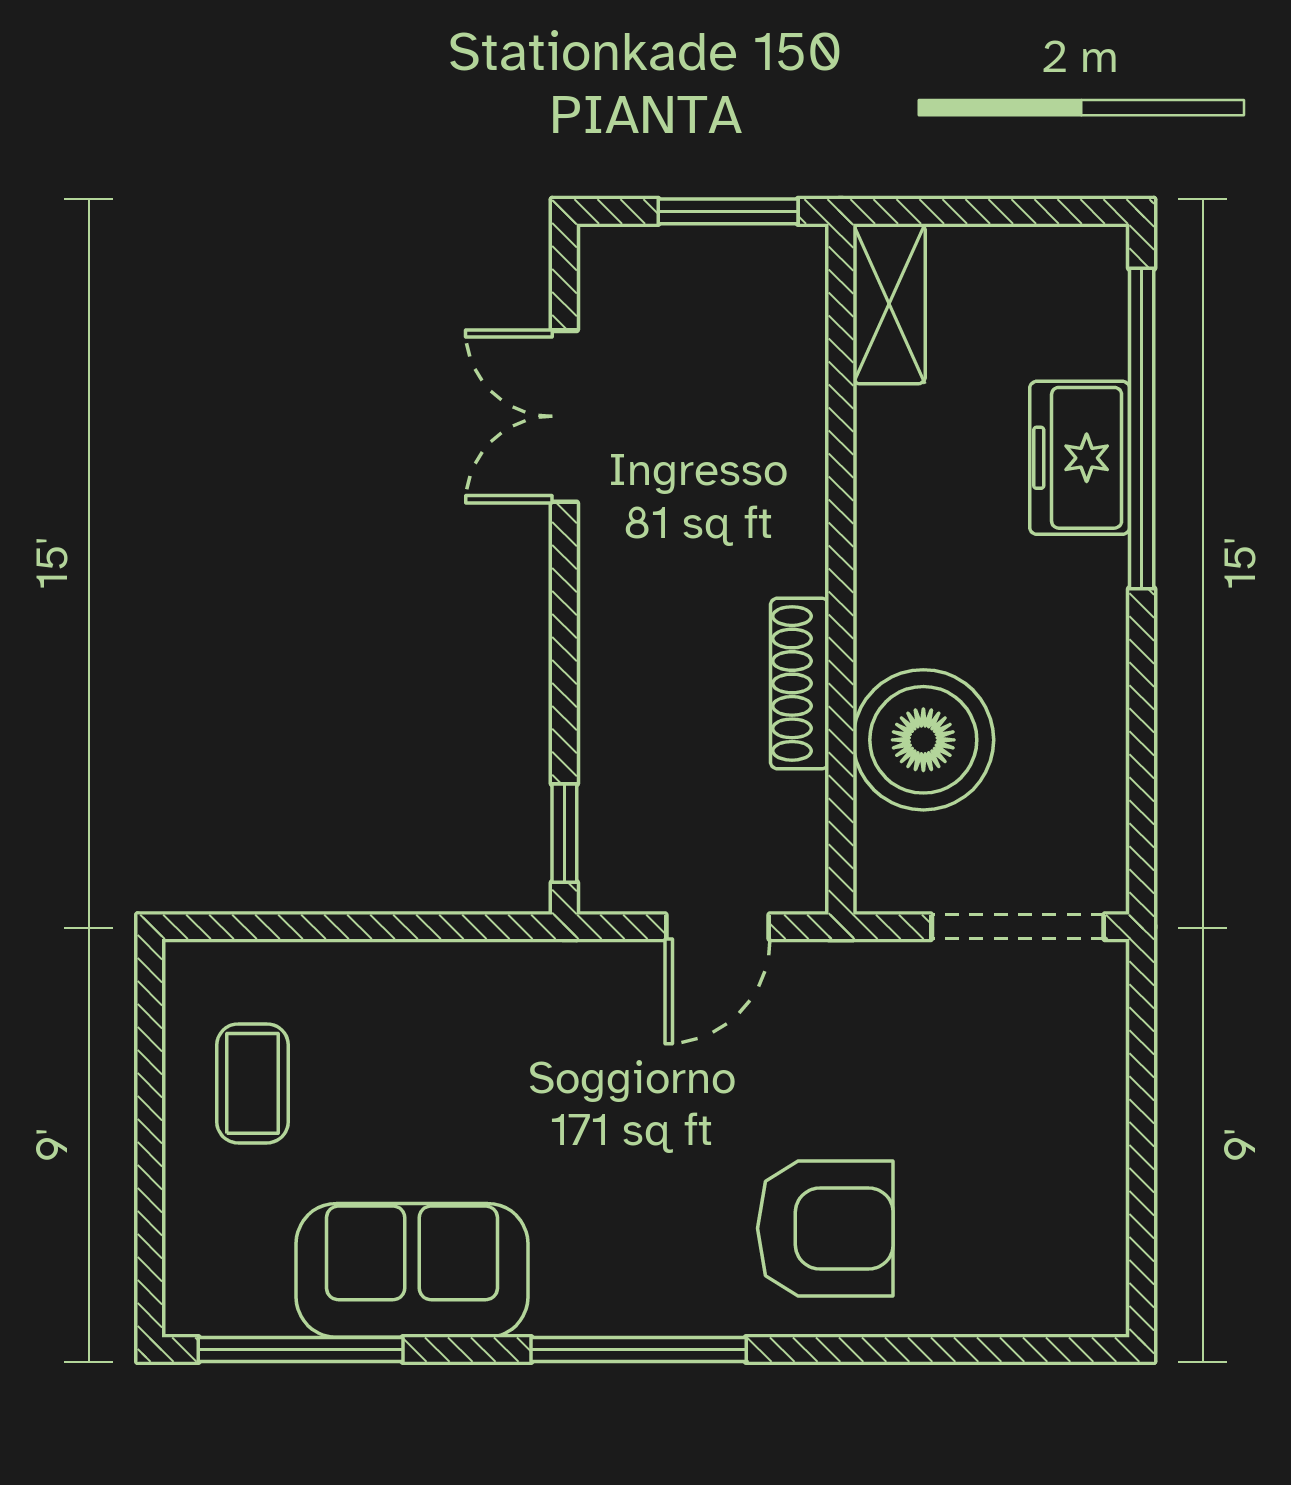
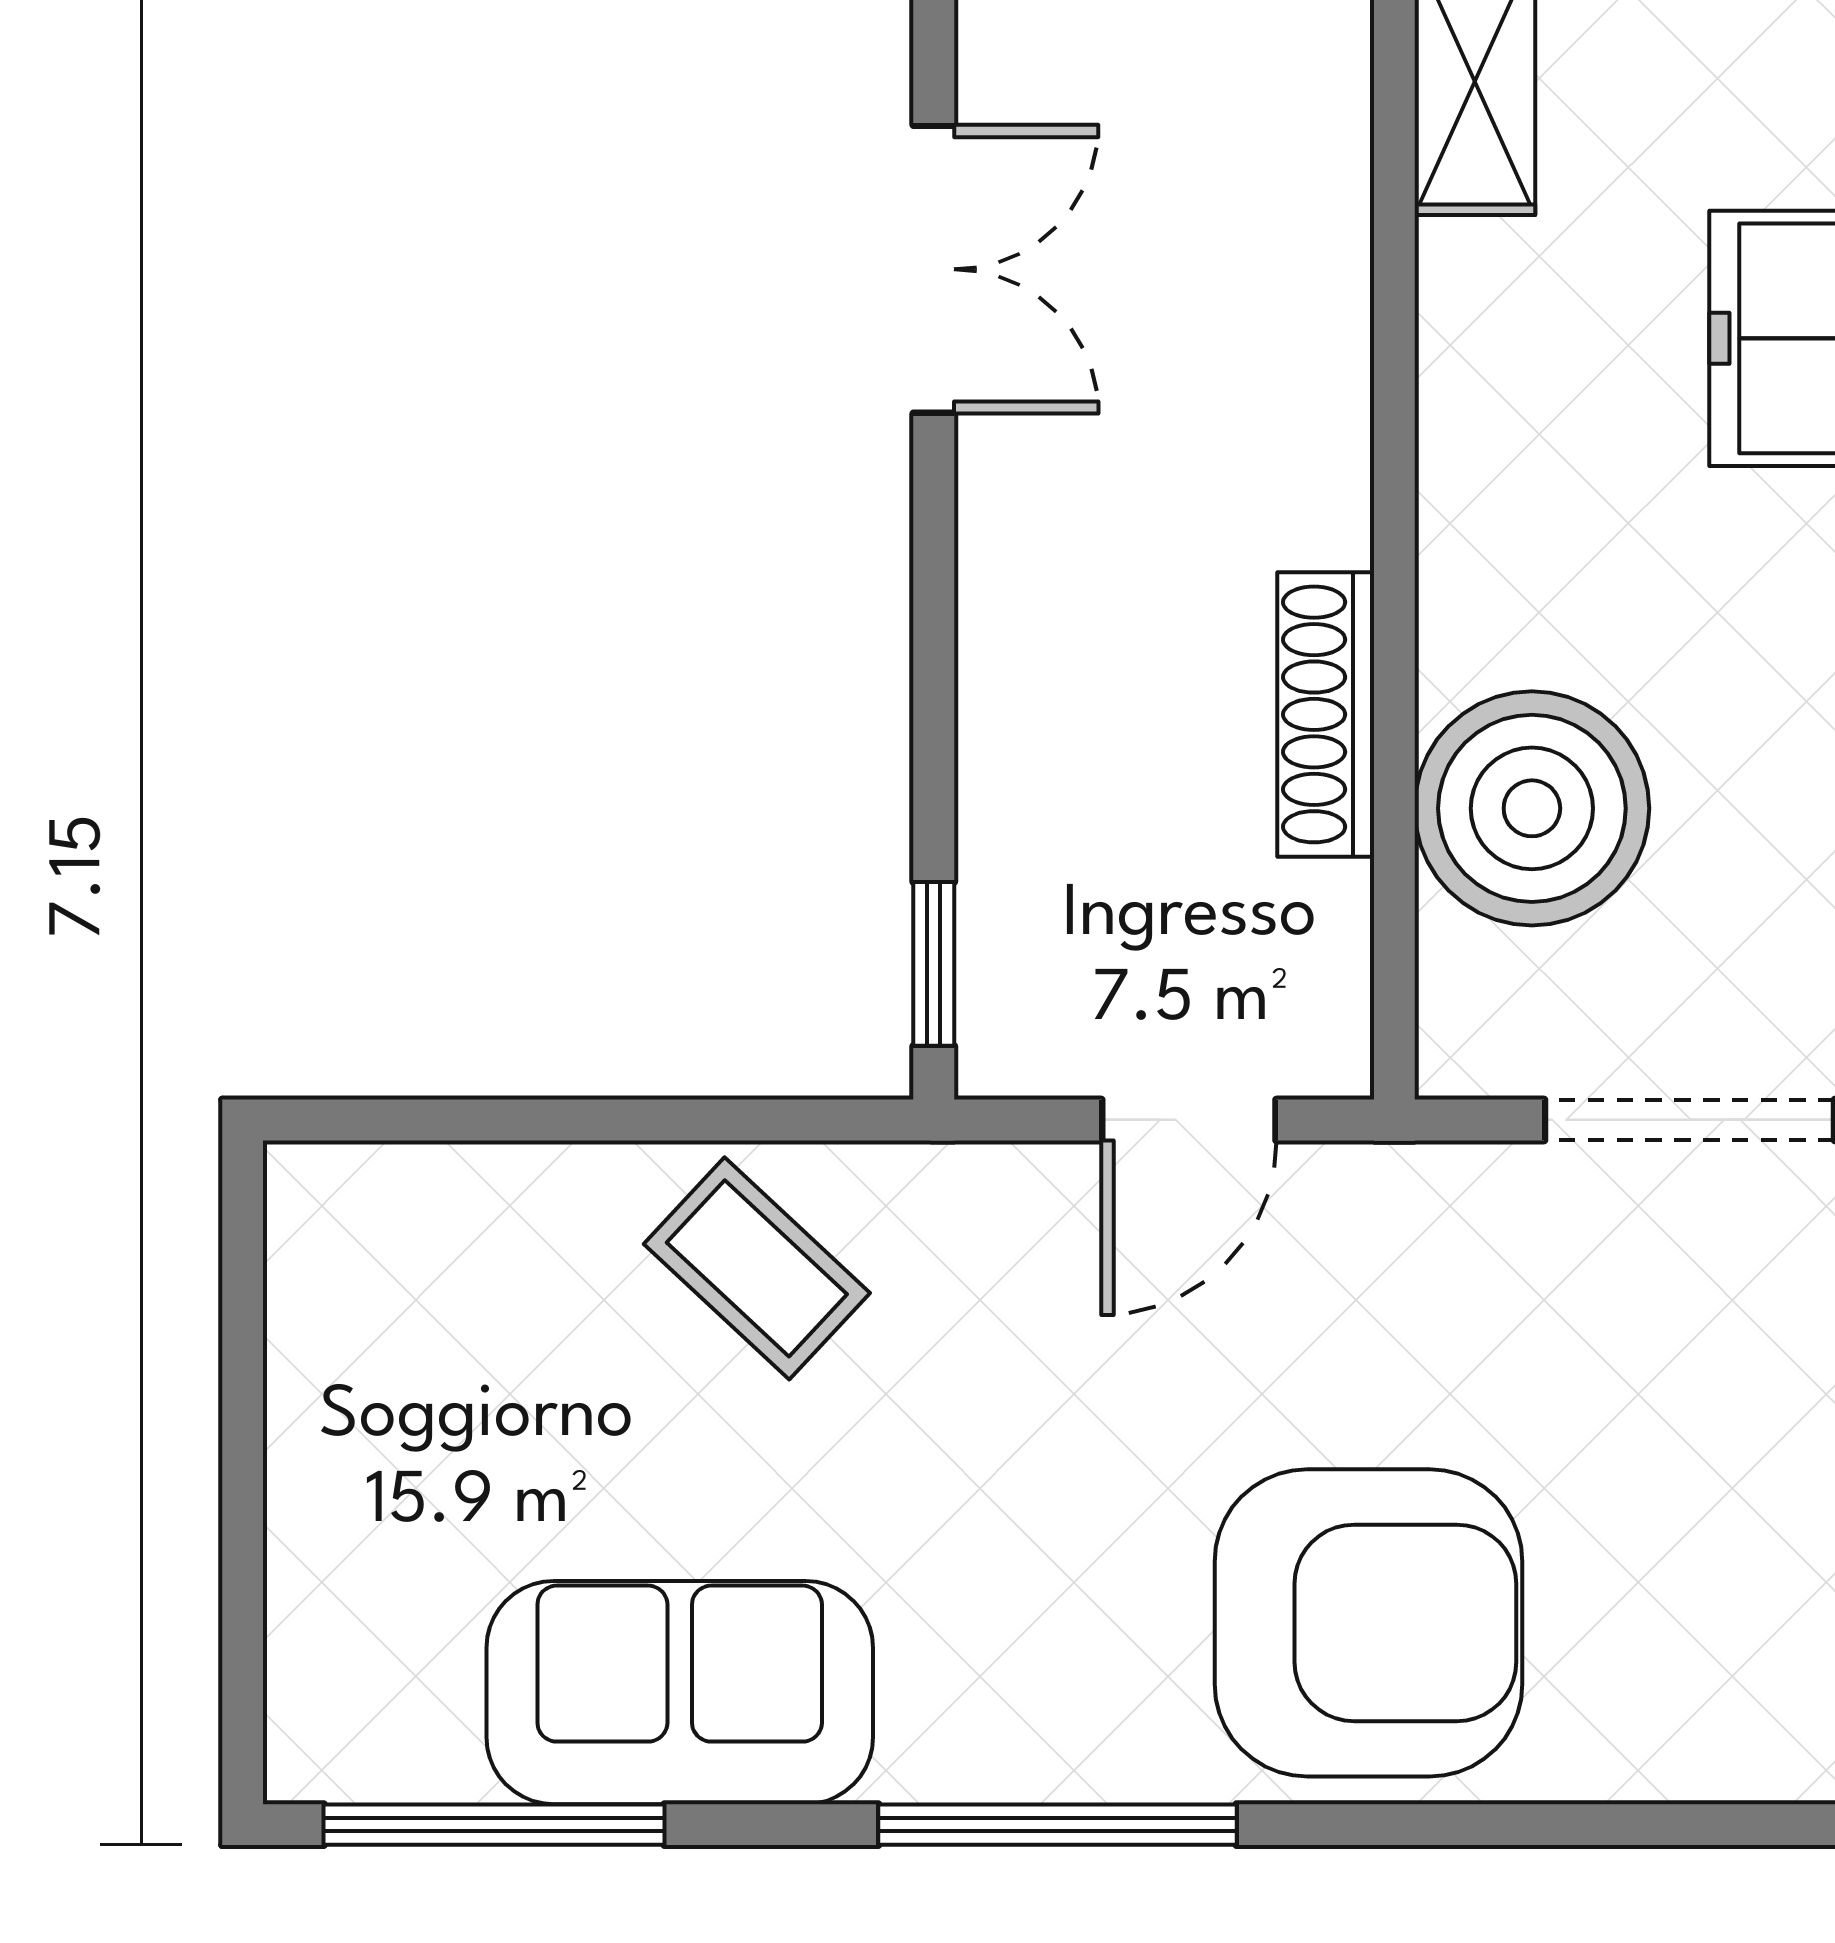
double door: (564, 416) -> (934, 269), swing flipped
coffee table: (253, 1083) -> (757, 1268), moved, turned -47
armchair: (825, 1228) -> (1369, 1623), width x1.36, depth x1.36

